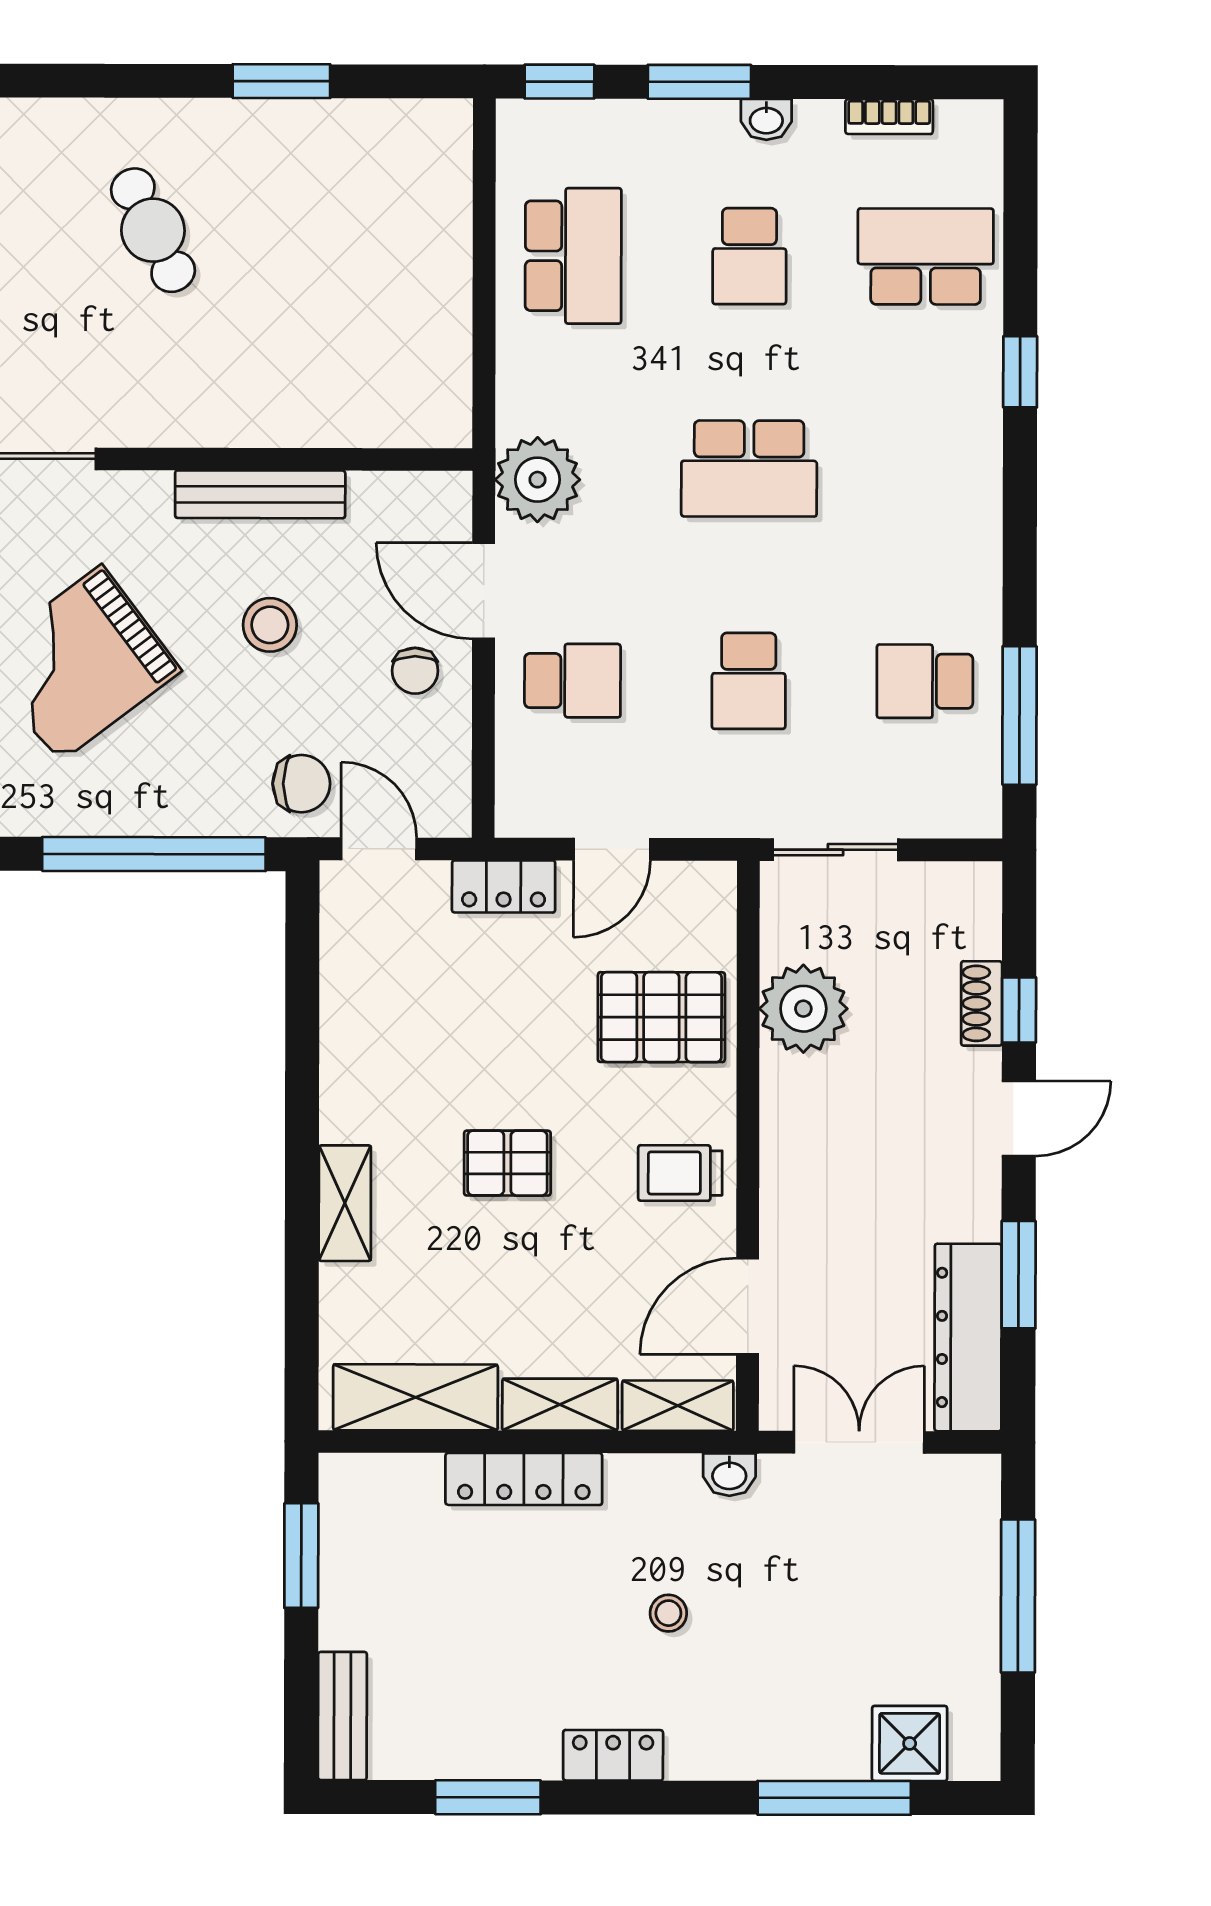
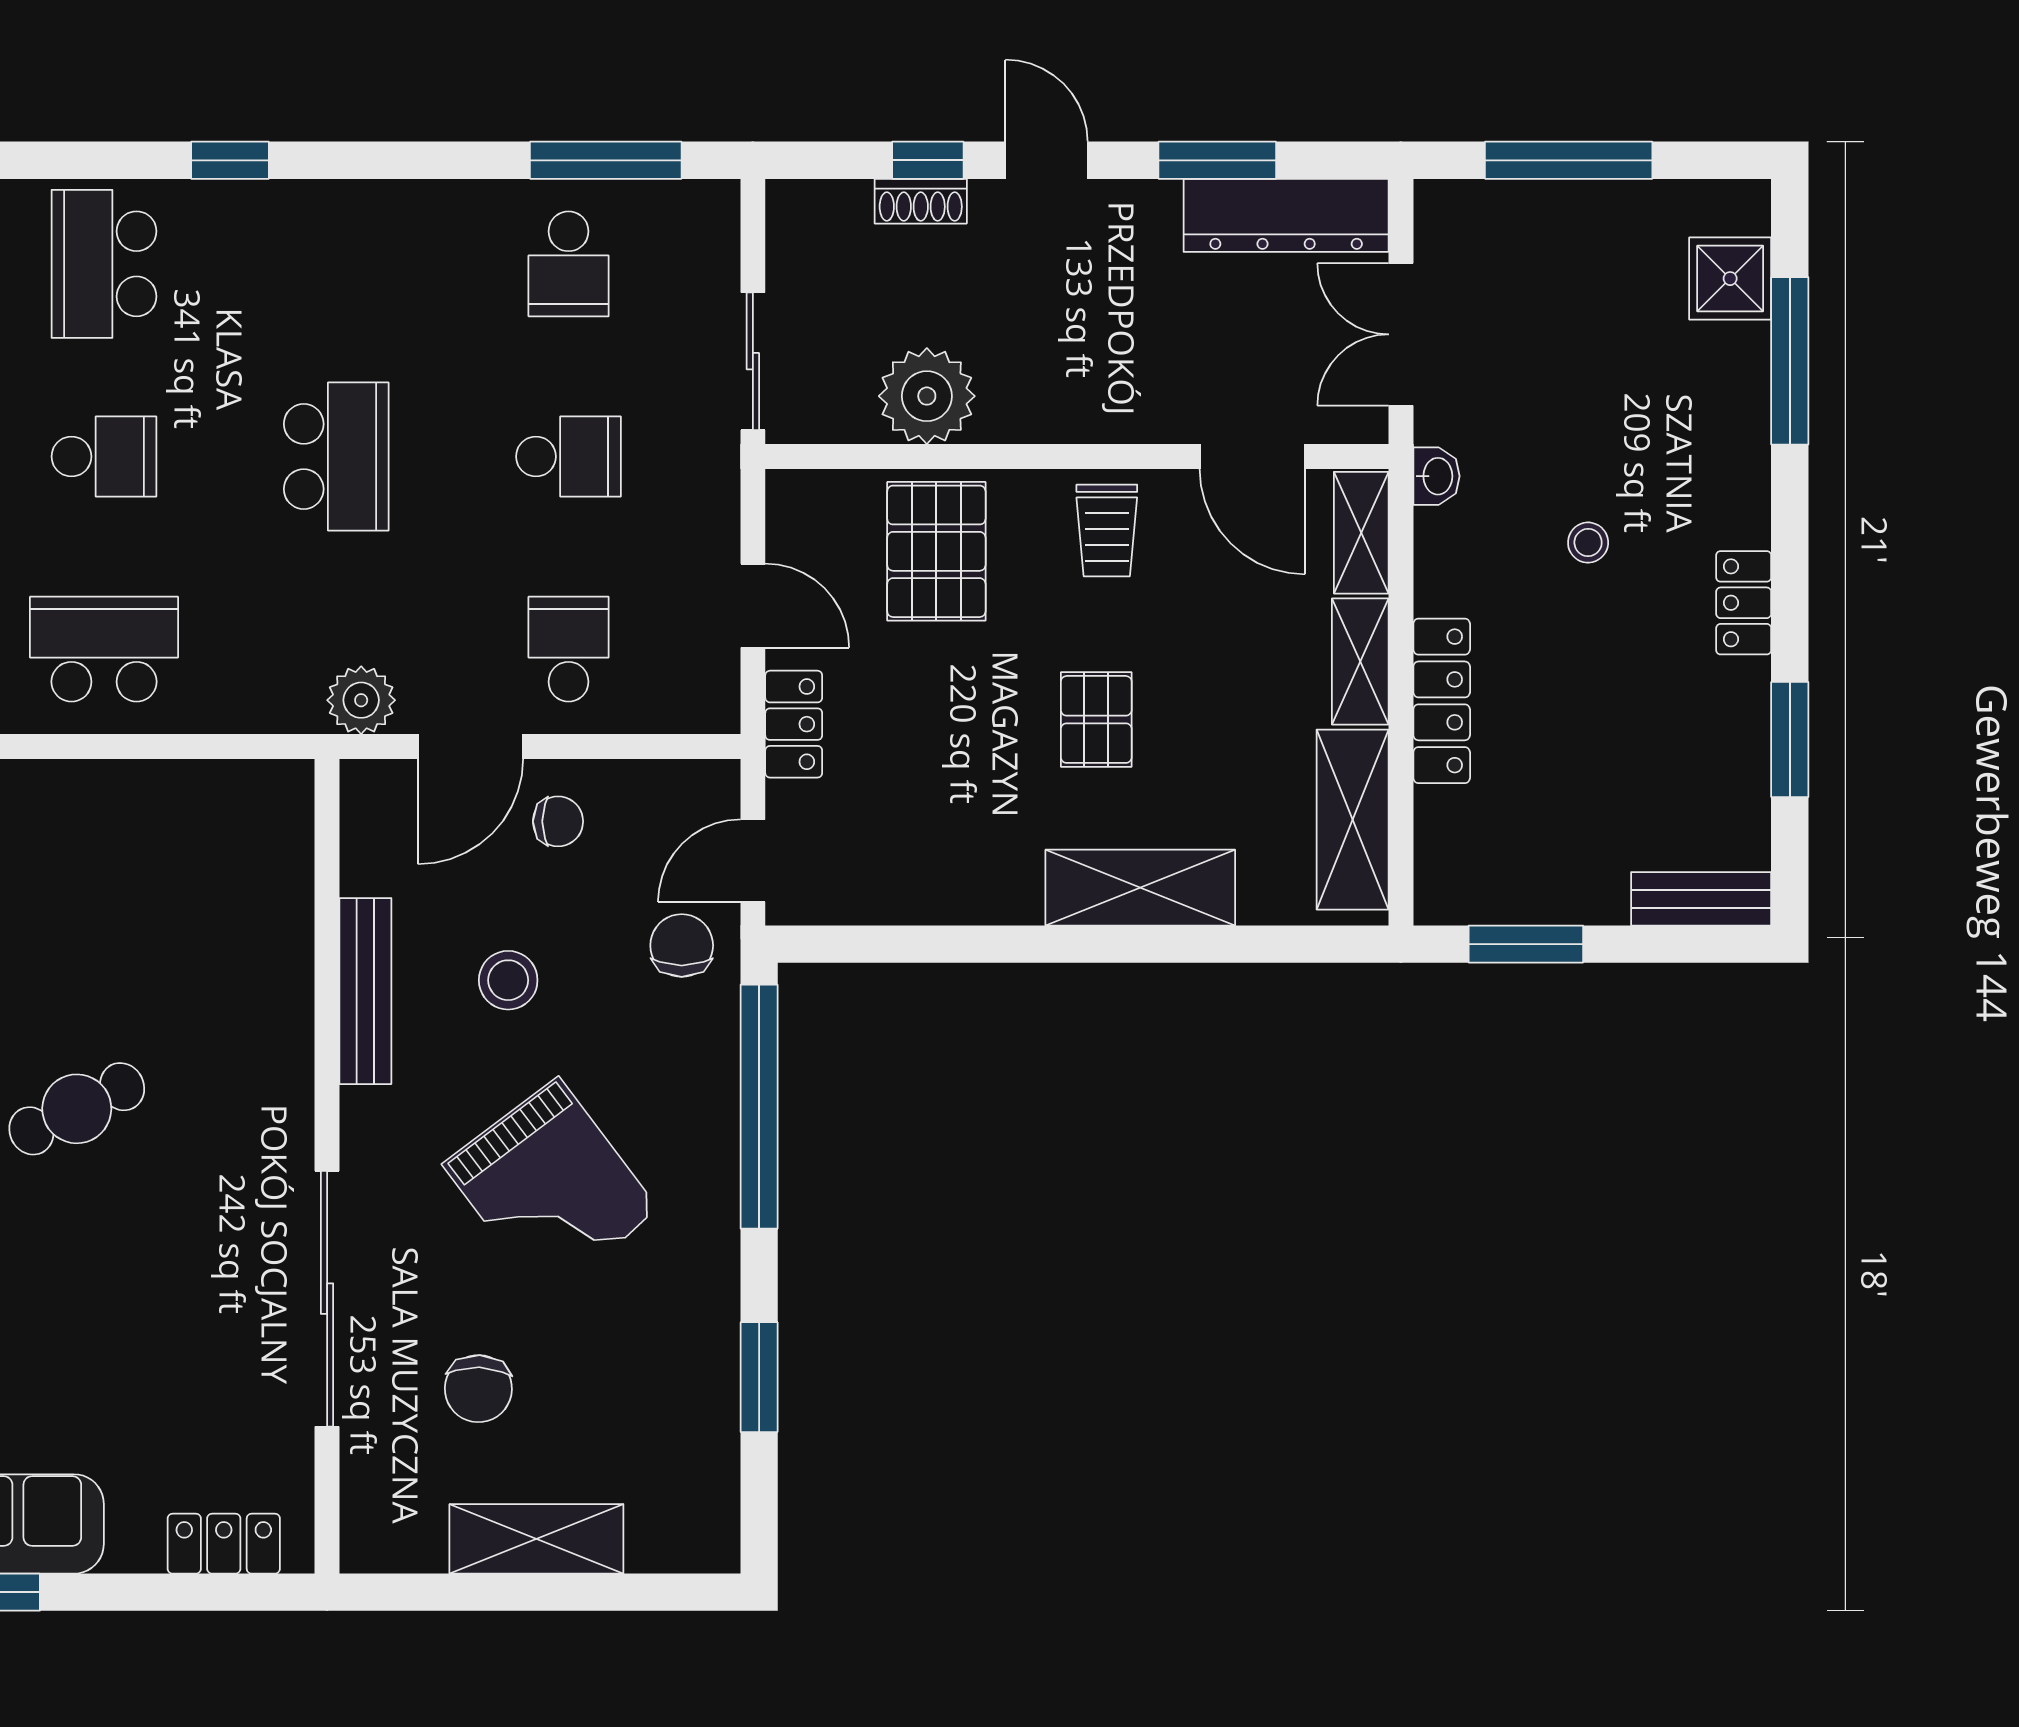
plant: (537, 480) -> (361, 700), width x0.73, depth x0.73
shelving: (345, 1203) -> (1140, 888), width x1.50, depth x1.33

